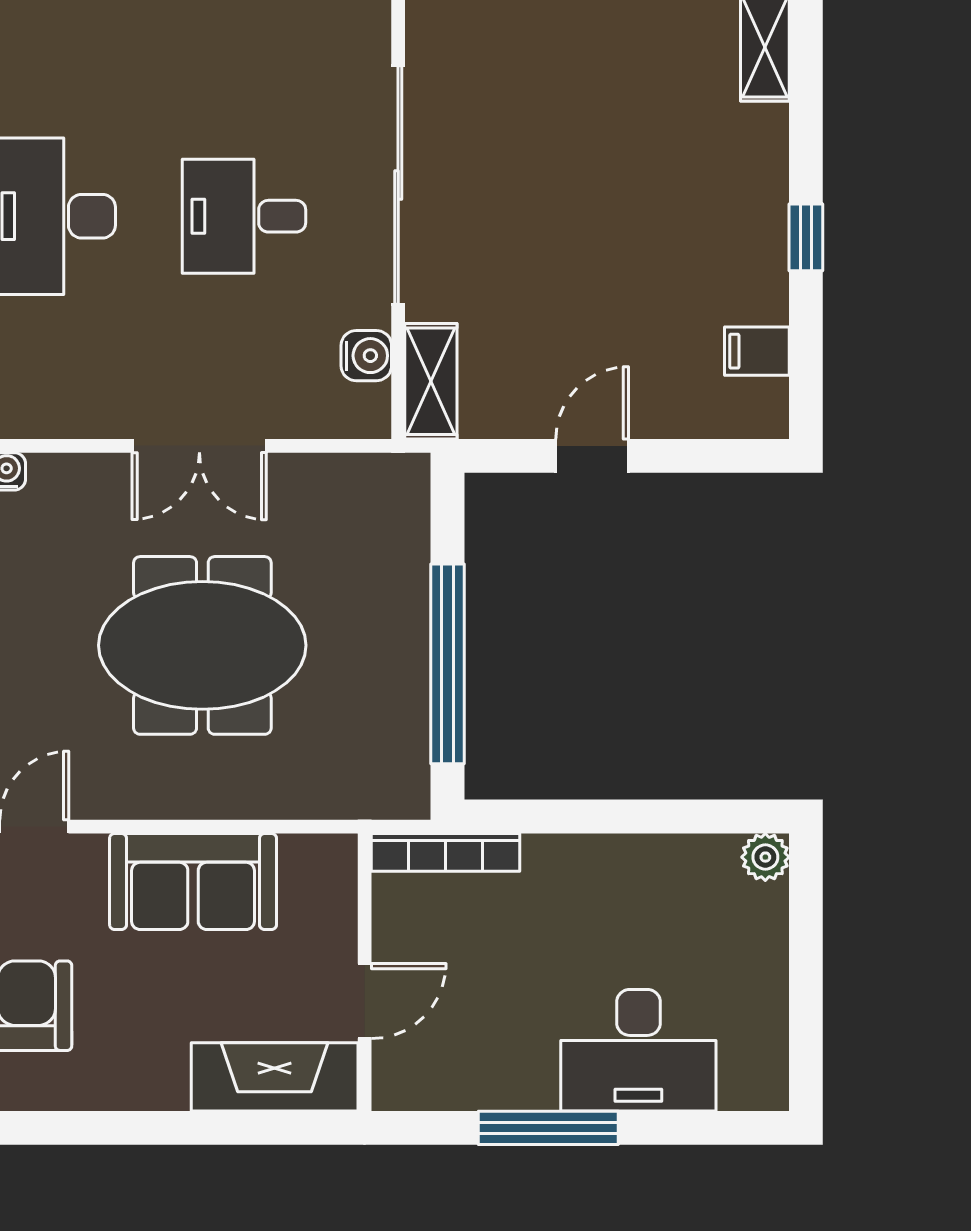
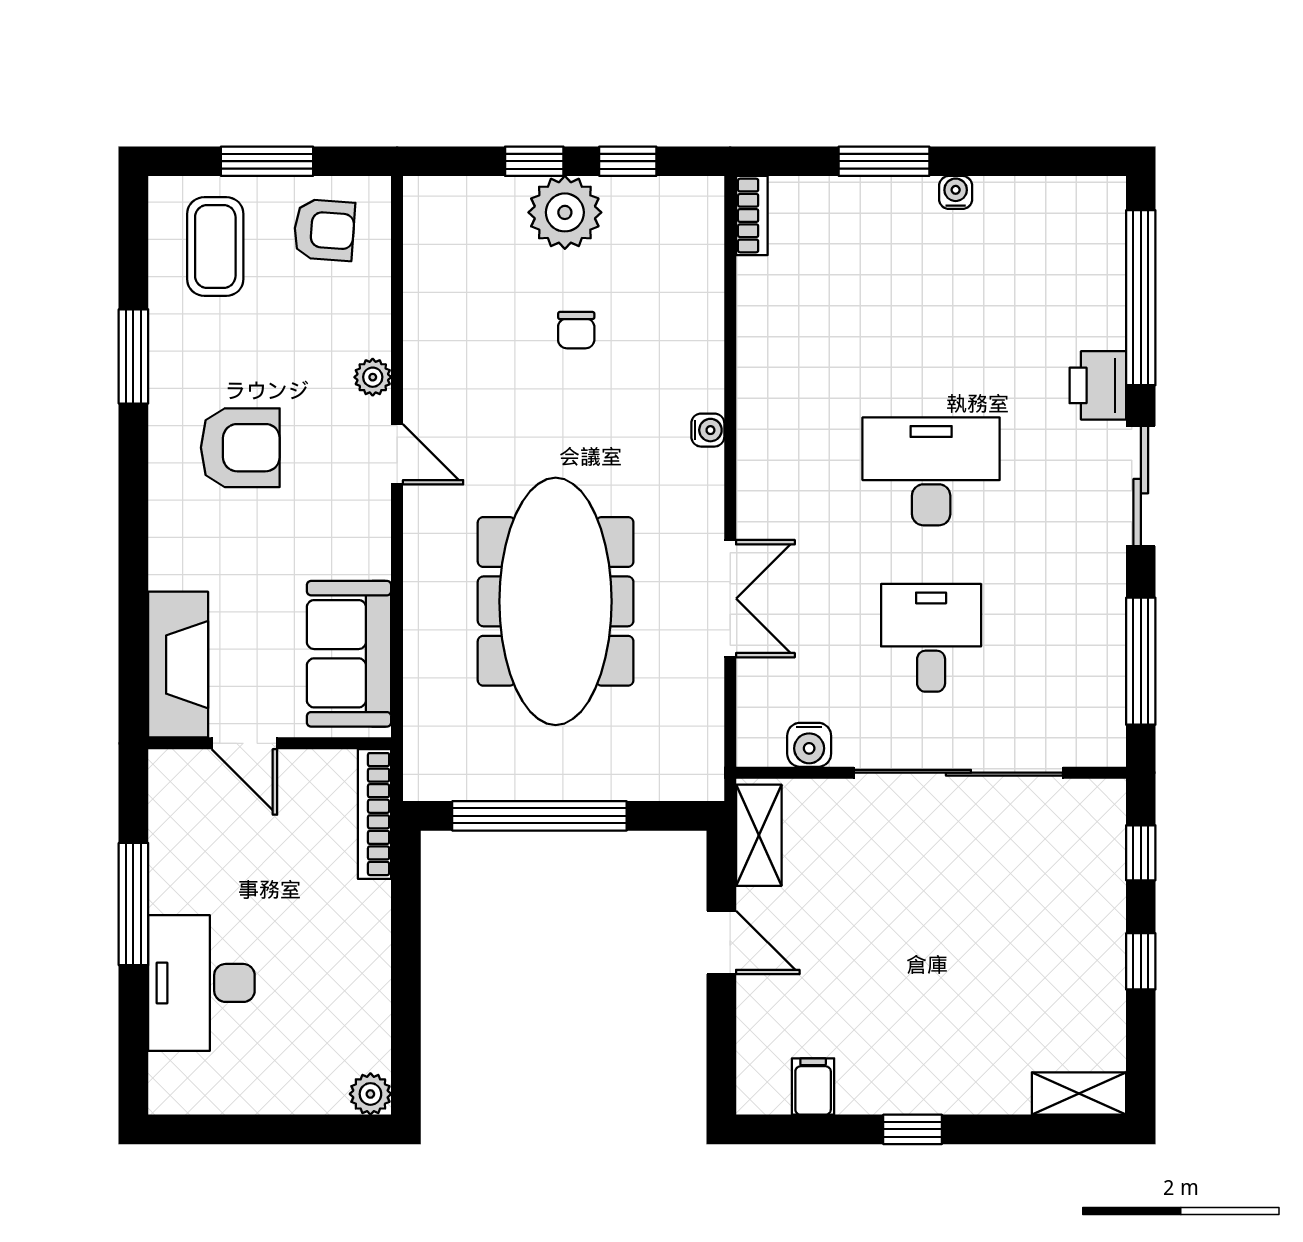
shelving: (431, 381) -> (759, 835), moved, turned 90
double door: (199, 446) -> (730, 599), swing flipped
meeting table: (202, 645) -> (556, 601), width x1.36
sofa: (193, 881) -> (349, 654), moved

